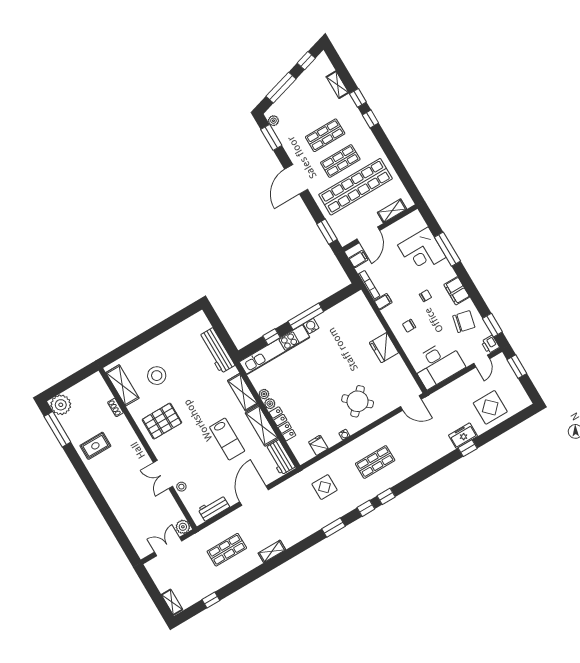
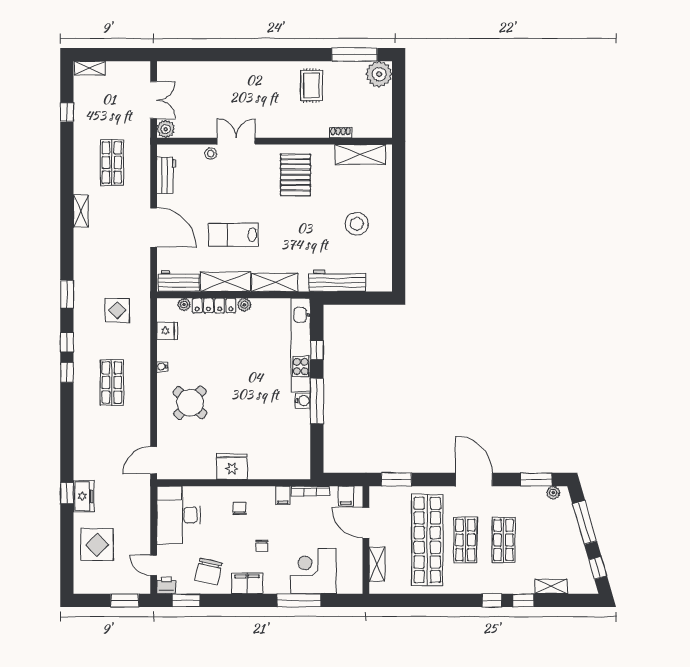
stool: (157, 376) -> (357, 224), moved
plant: (264, 394) -> (184, 304), moved

